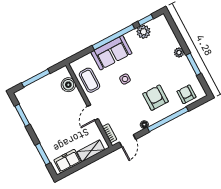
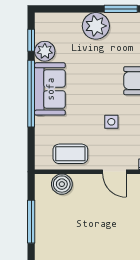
sofa: (111, 53) -> (50, 89), moved
plant: (179, 53) -> (96, 26), width x1.87, depth x1.87
side table: (125, 79) -> (111, 122), moved

